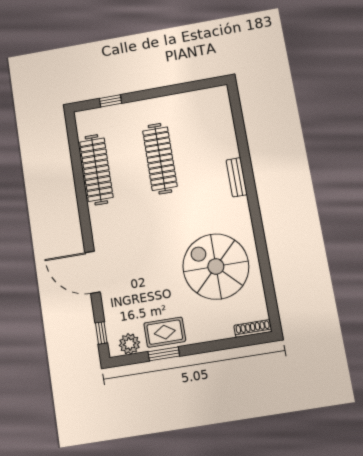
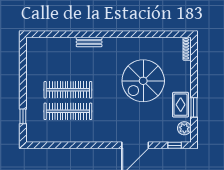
clothes rail: (96, 170) -> (68, 111), moved
spiral stairs: (216, 266) -> (143, 81), moved

